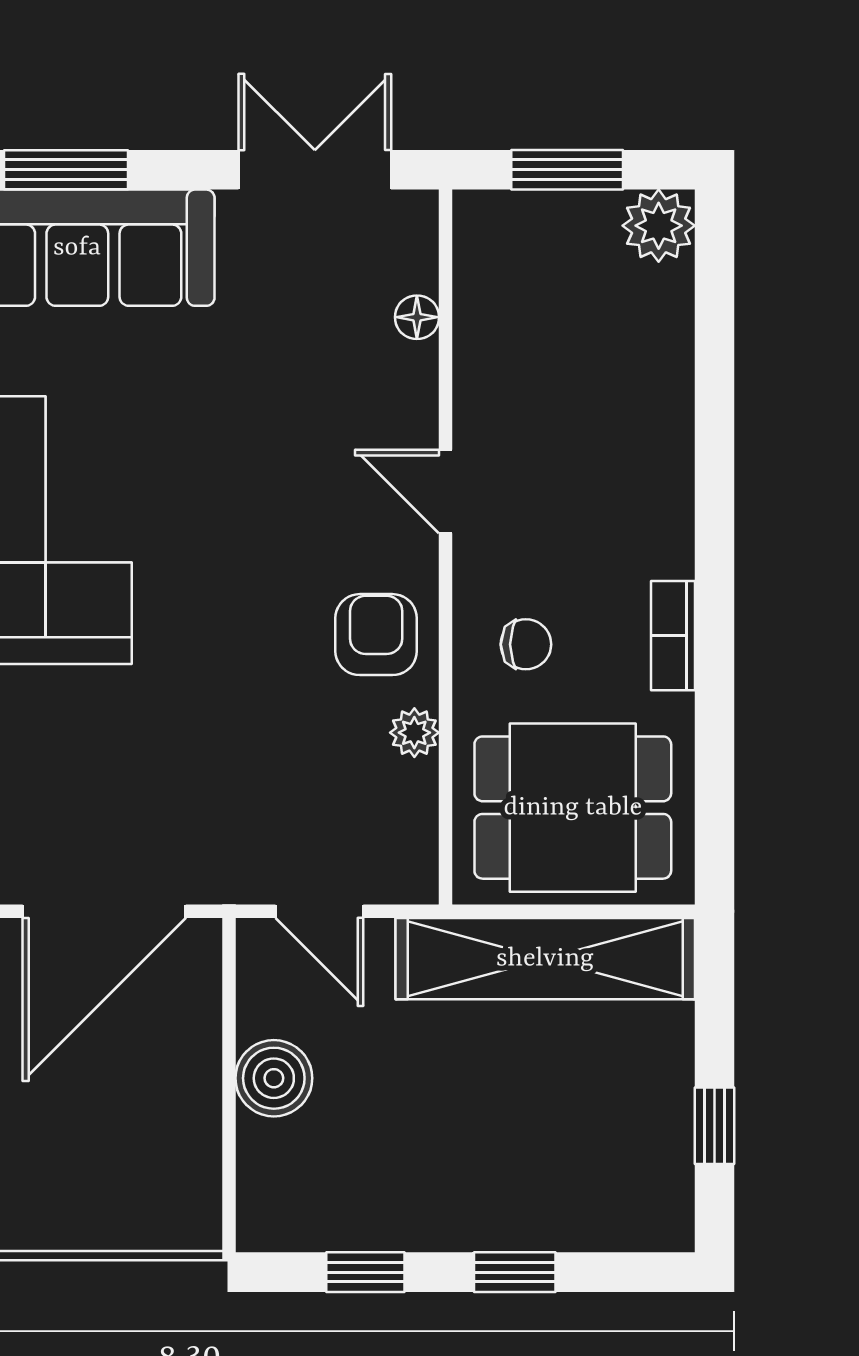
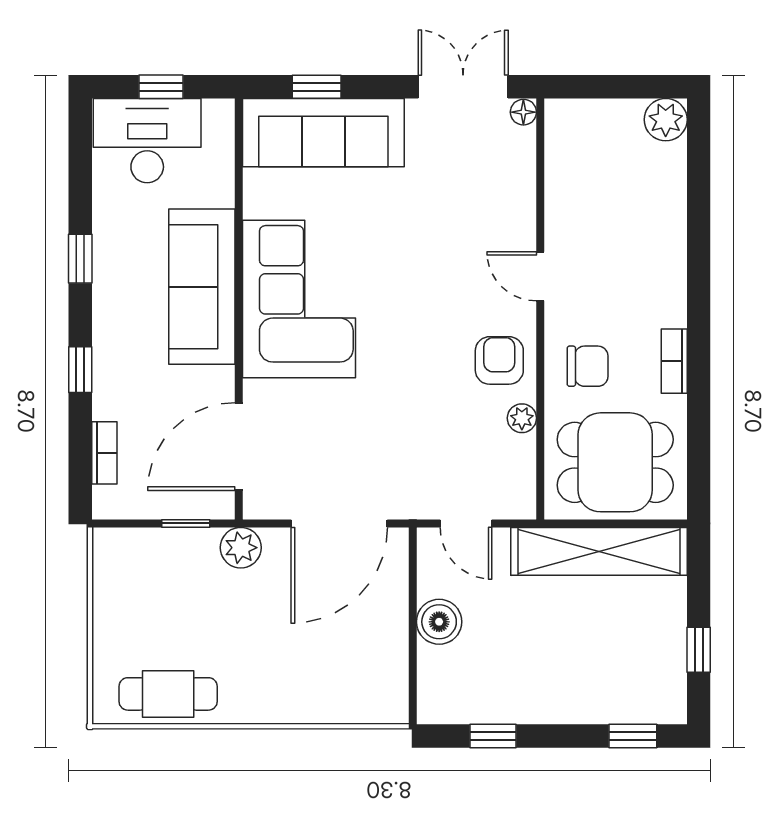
window: (66, 170) -> (317, 87), width x0.67
window: (567, 170) -> (612, 87), removed
floor lamp: (417, 317) -> (523, 112), moved
chair: (526, 644) -> (588, 366), width x1.37, depth x1.37
window: (515, 1272) -> (633, 736), moved

